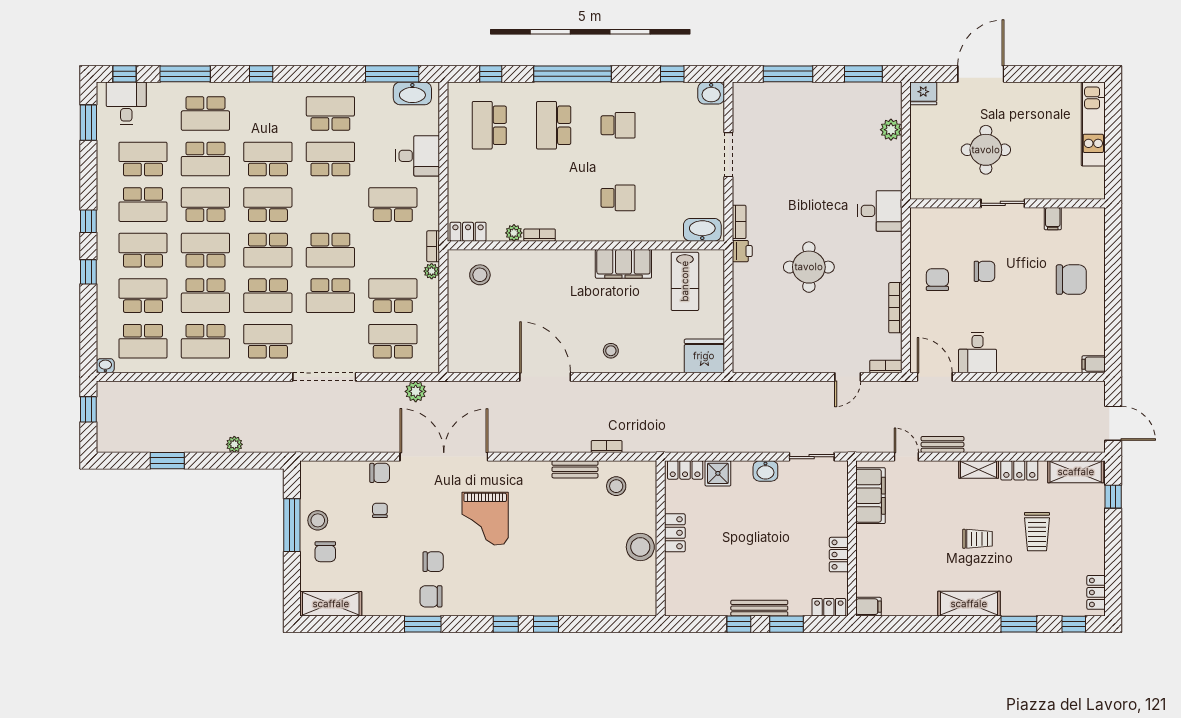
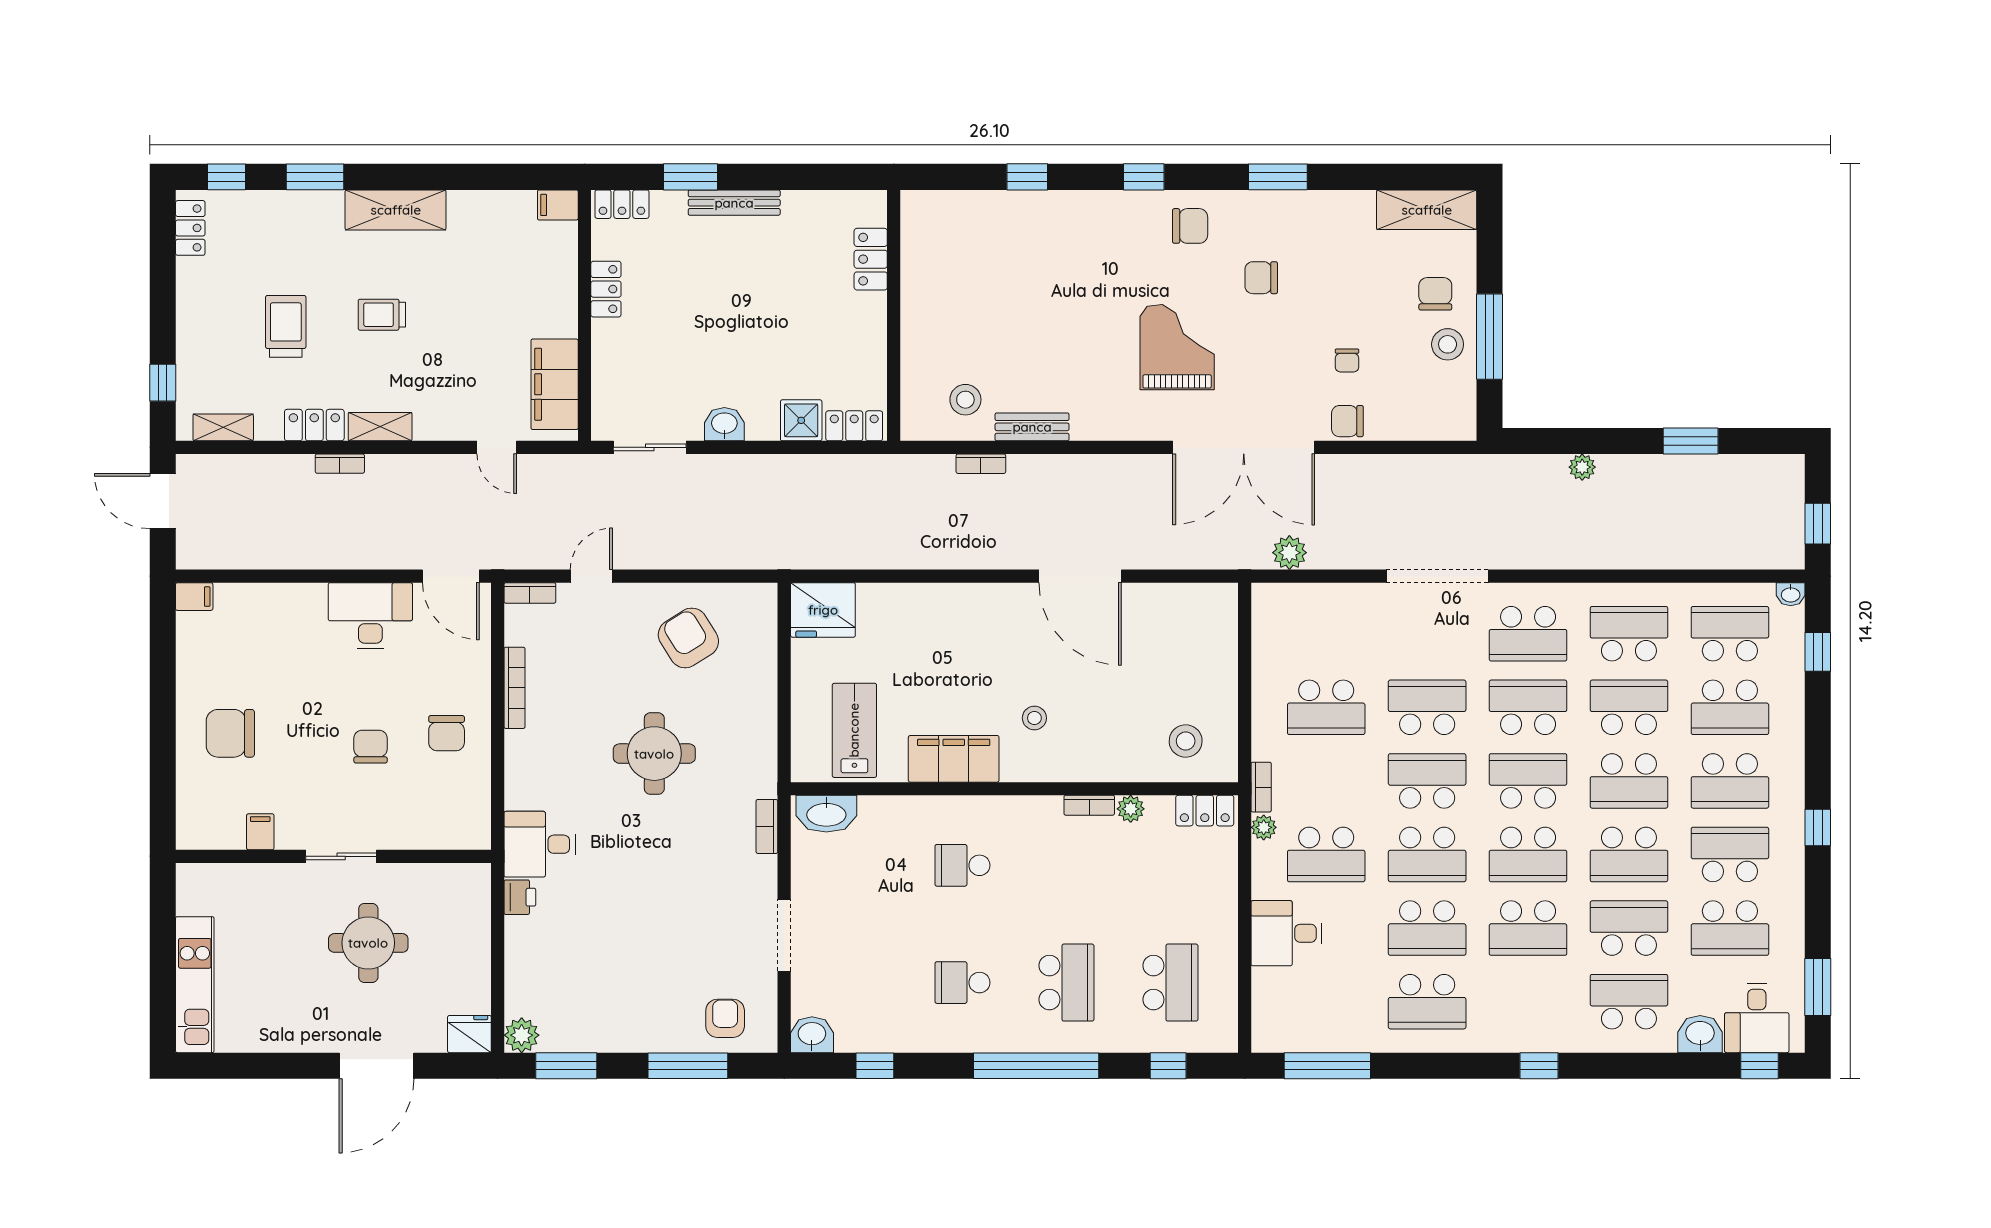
window: (185, 74) -> (1662, 1066), removed
washbasin: (412, 93) -> (1700, 1034), moved, width x0.72
armchair: (765, 103) -> (725, 1018), added
plant: (891, 130) -> (522, 1035), moved
printer: (742, 251) -> (520, 897), moved, turned 180
plant: (432, 271) -> (1264, 827), moved
chair: (984, 271) -> (371, 747), turned 90
window: (88, 272) -> (1818, 652), moved
armchair: (788, 339) -> (688, 638), added
school desk: (393, 341) -> (1427, 854), moved
stool: (611, 351) -> (1034, 718), moved
desk: (978, 352) -> (370, 616), width x1.37
bench: (943, 444) -> (438, 467), removed
bookcase: (1004, 447) -> (340, 464), added
shelving: (1076, 472) -> (223, 427), width x0.67, depth x0.75
locker: (675, 533) -> (871, 259), moved
stool: (640, 547) -> (926, 301), removed
chair: (431, 596) -> (1190, 226), moved
window: (546, 624) -> (1027, 177), moved
window: (739, 624) -> (767, 177), removed

